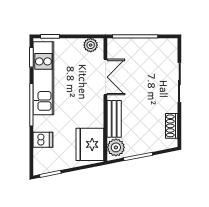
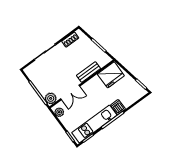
double door: (105, 77) -> (70, 92), swing flipped
dishwasher: (43, 140) -> (118, 107), moved
plant: (116, 147) -> (51, 98), moved

